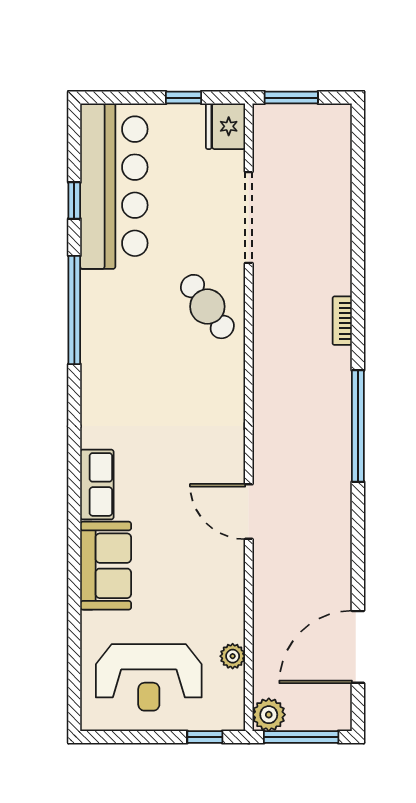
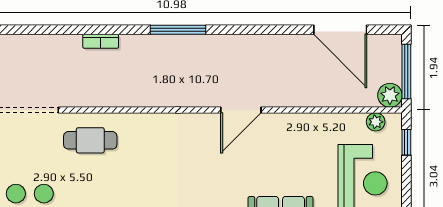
cafe table: (207, 307) -> (90, 140), turned 36
window: (358, 426) -> (178, 30), width x0.68
plant: (233, 656) -> (376, 122), moved

